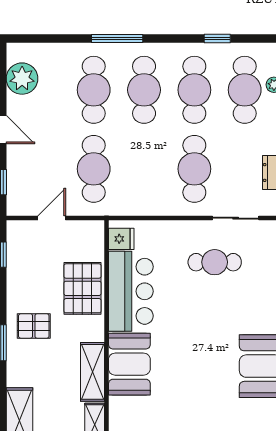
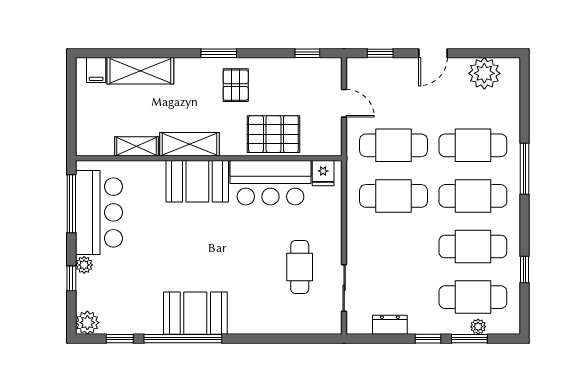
cafe table: (194, 169) -> (394, 196), moved

